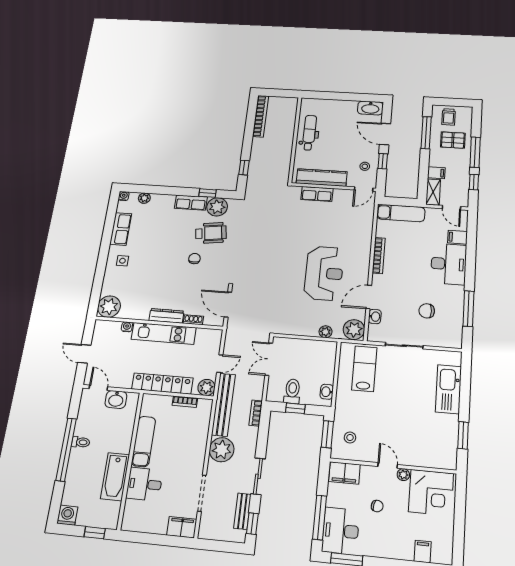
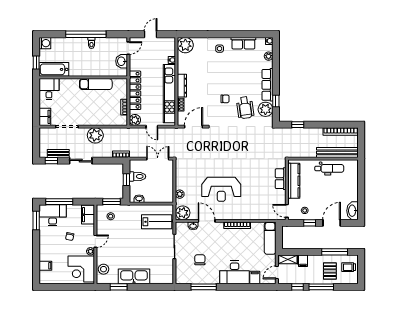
row of seats: (191, 203) -> (267, 85), width x1.48
kitchen unit: (164, 333) -> (169, 94), width x1.36
kitchen sink: (448, 389) -> (134, 276), moved
bench: (223, 405) -> (337, 152), moved
stool: (433, 457) -> (104, 269), added
bathtub: (115, 477) -> (54, 69), moved
desk: (144, 484) -> (49, 89), moved

